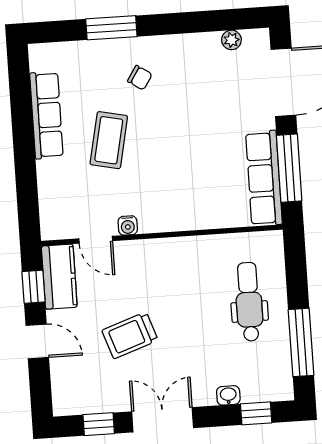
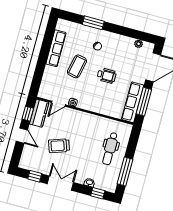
wheelchair: (184, 138) -> (107, 76), added
door: (96, 240) -> (58, 104), hinge flipped
dental chair: (249, 302) -> (110, 149), turned 180

